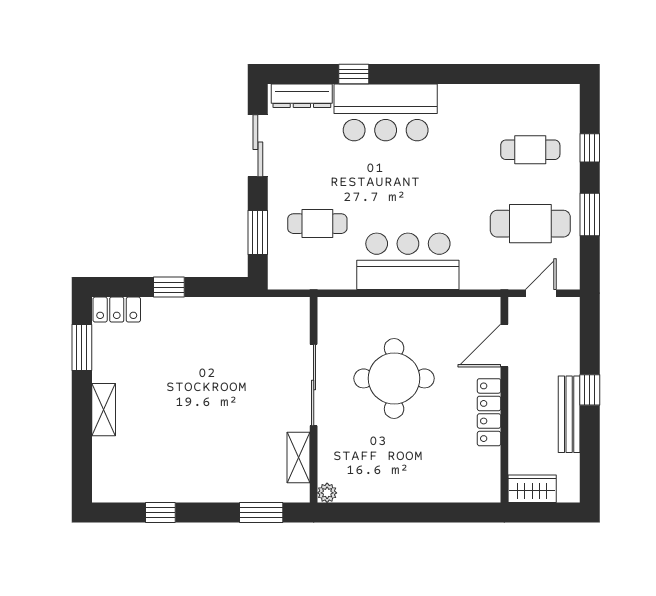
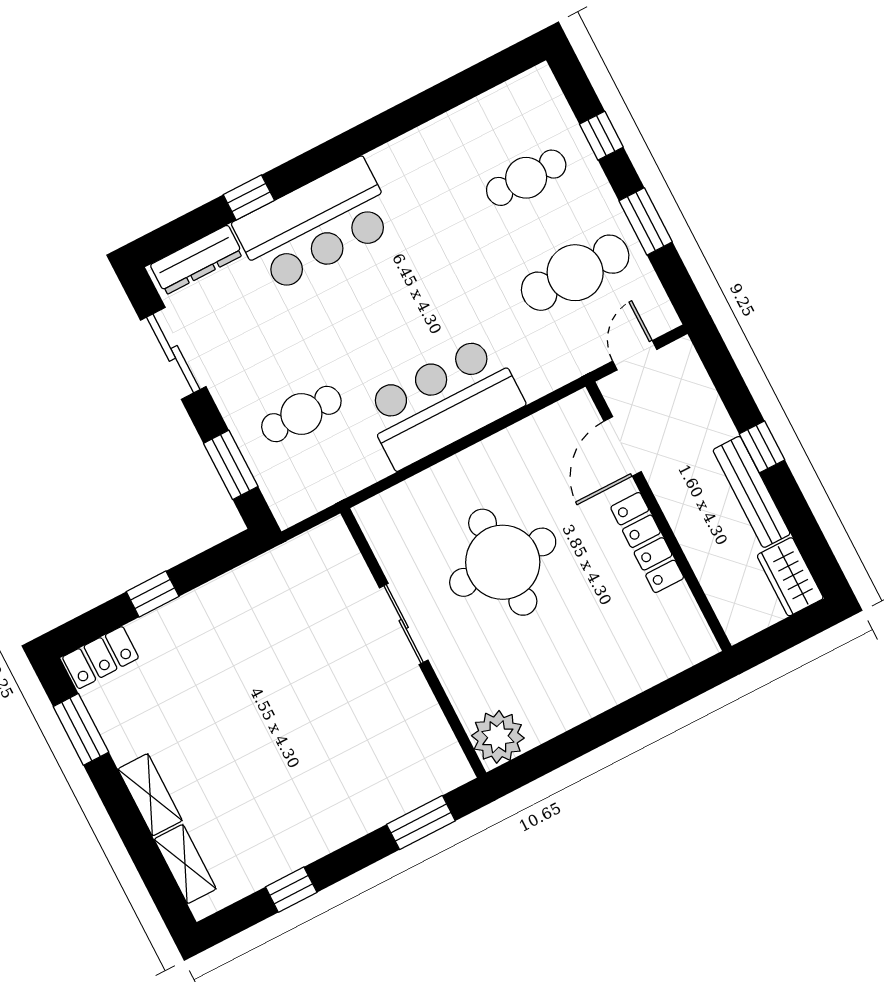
sliding door: (314, 385) -> (404, 624), width x0.73
shelving: (298, 458) -> (185, 864), moved
wardrobe: (532, 489) -> (790, 577), moved, turned -90
plant: (327, 493) -> (498, 737), width x1.88, depth x1.88

